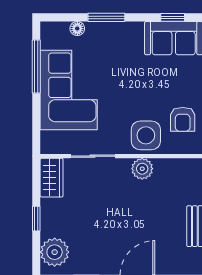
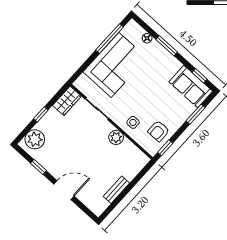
side table: (146, 135) -> (133, 122), width x0.54, depth x0.54

